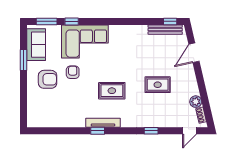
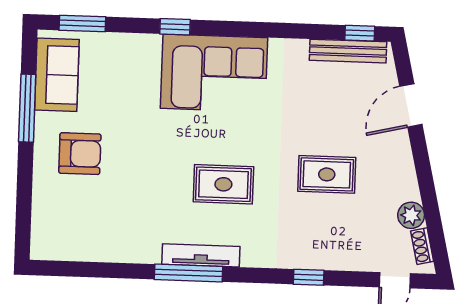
window: (72, 21) -> (175, 27), moved
corner sofa: (85, 41) -> (214, 73), moved
window: (23, 60) -> (27, 108), width x1.44
armchair: (73, 72) -> (137, 140), removed
window: (98, 131) -> (189, 273), width x2.17

